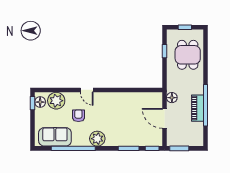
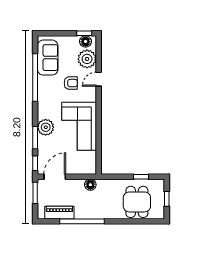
dining table: (188, 55) -> (137, 202), turned 90
door: (87, 90) -> (99, 79), moved
corner sofa: (118, 108) -> (79, 126), added
piano: (197, 108) -> (59, 213), moved
door: (164, 118) -> (55, 177), moved
plant: (97, 139) -> (46, 127), moved

